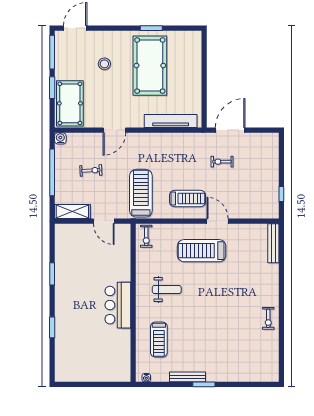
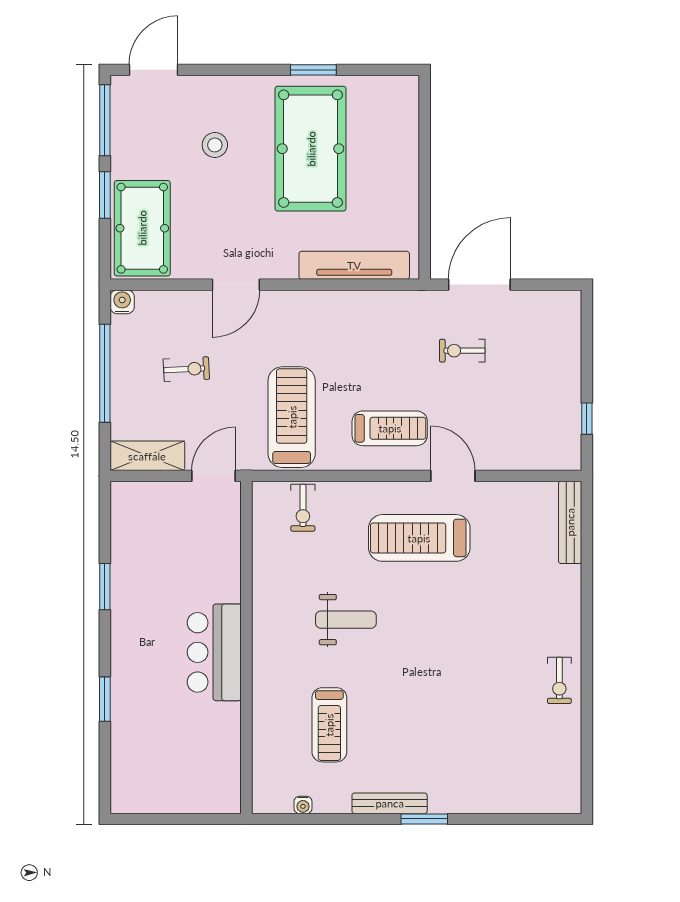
door: (104, 221) -> (213, 476), swing flipped
wall: (133, 303) -> (246, 647), moved
bar counter: (118, 305) -> (214, 652), moved

